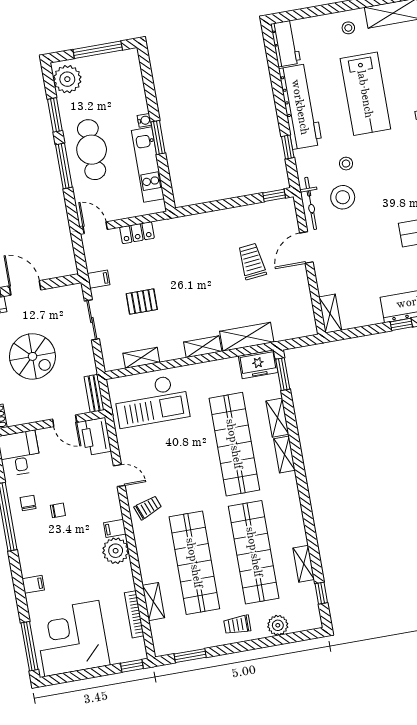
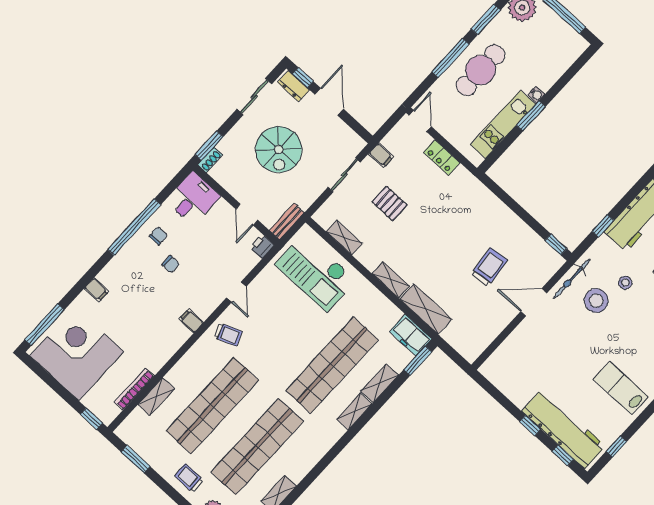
shelving: (330, 314) -> (495, 362), removed
printer: (96, 436) -> (262, 246), width x0.53, depth x0.68
plant: (116, 551) -> (174, 335), removed

